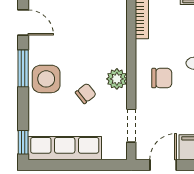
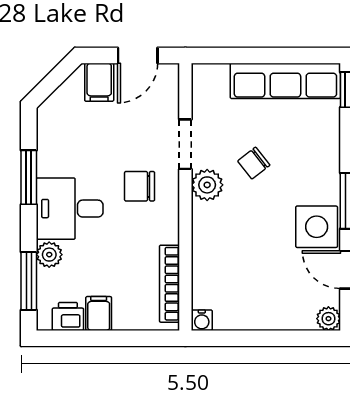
side table: (46, 79) -> (317, 227), moved
doorway: (131, 126) -> (185, 144), moved

